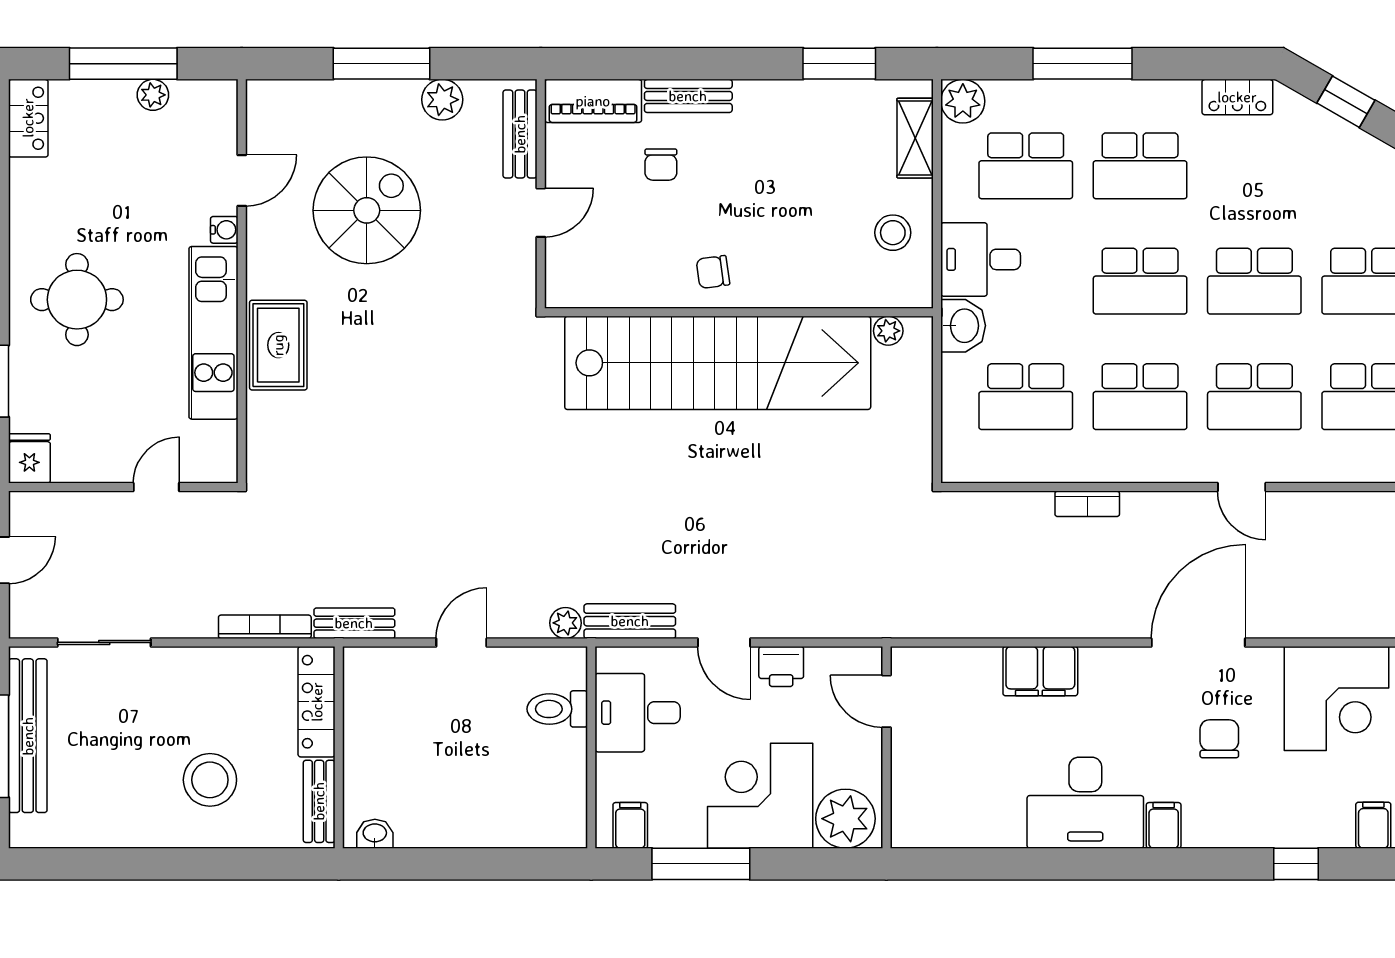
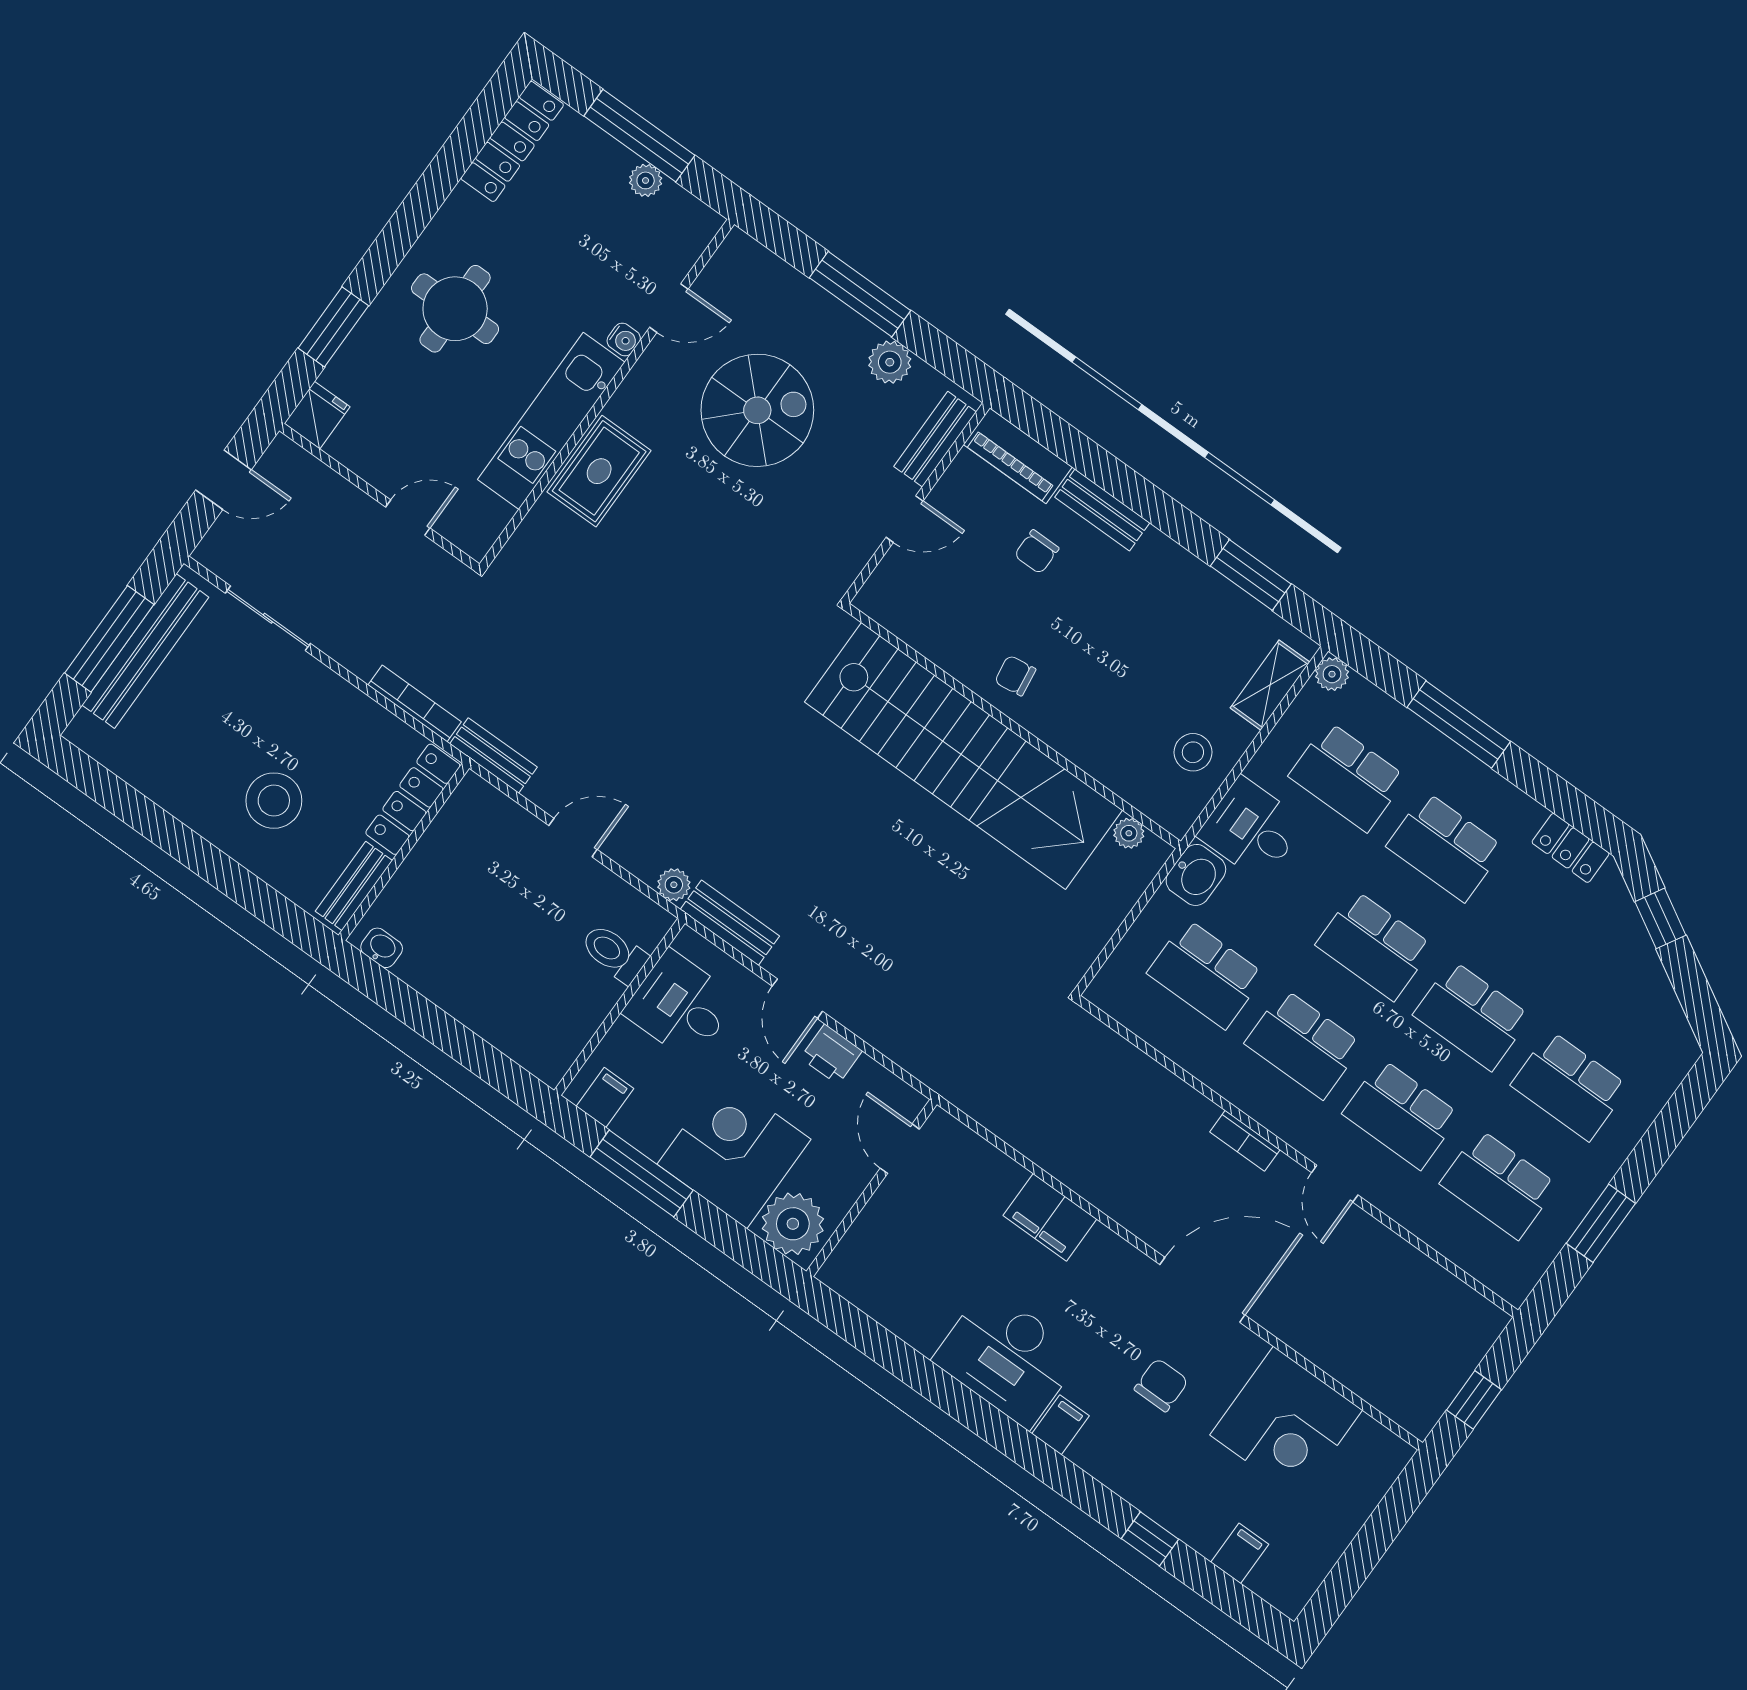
plant: (963, 101) -> (1332, 674), width x0.73, depth x0.73
locker: (28, 118) -> (512, 141), width x1.53
bookcase: (1087, 504) -> (1245, 1141), moved

